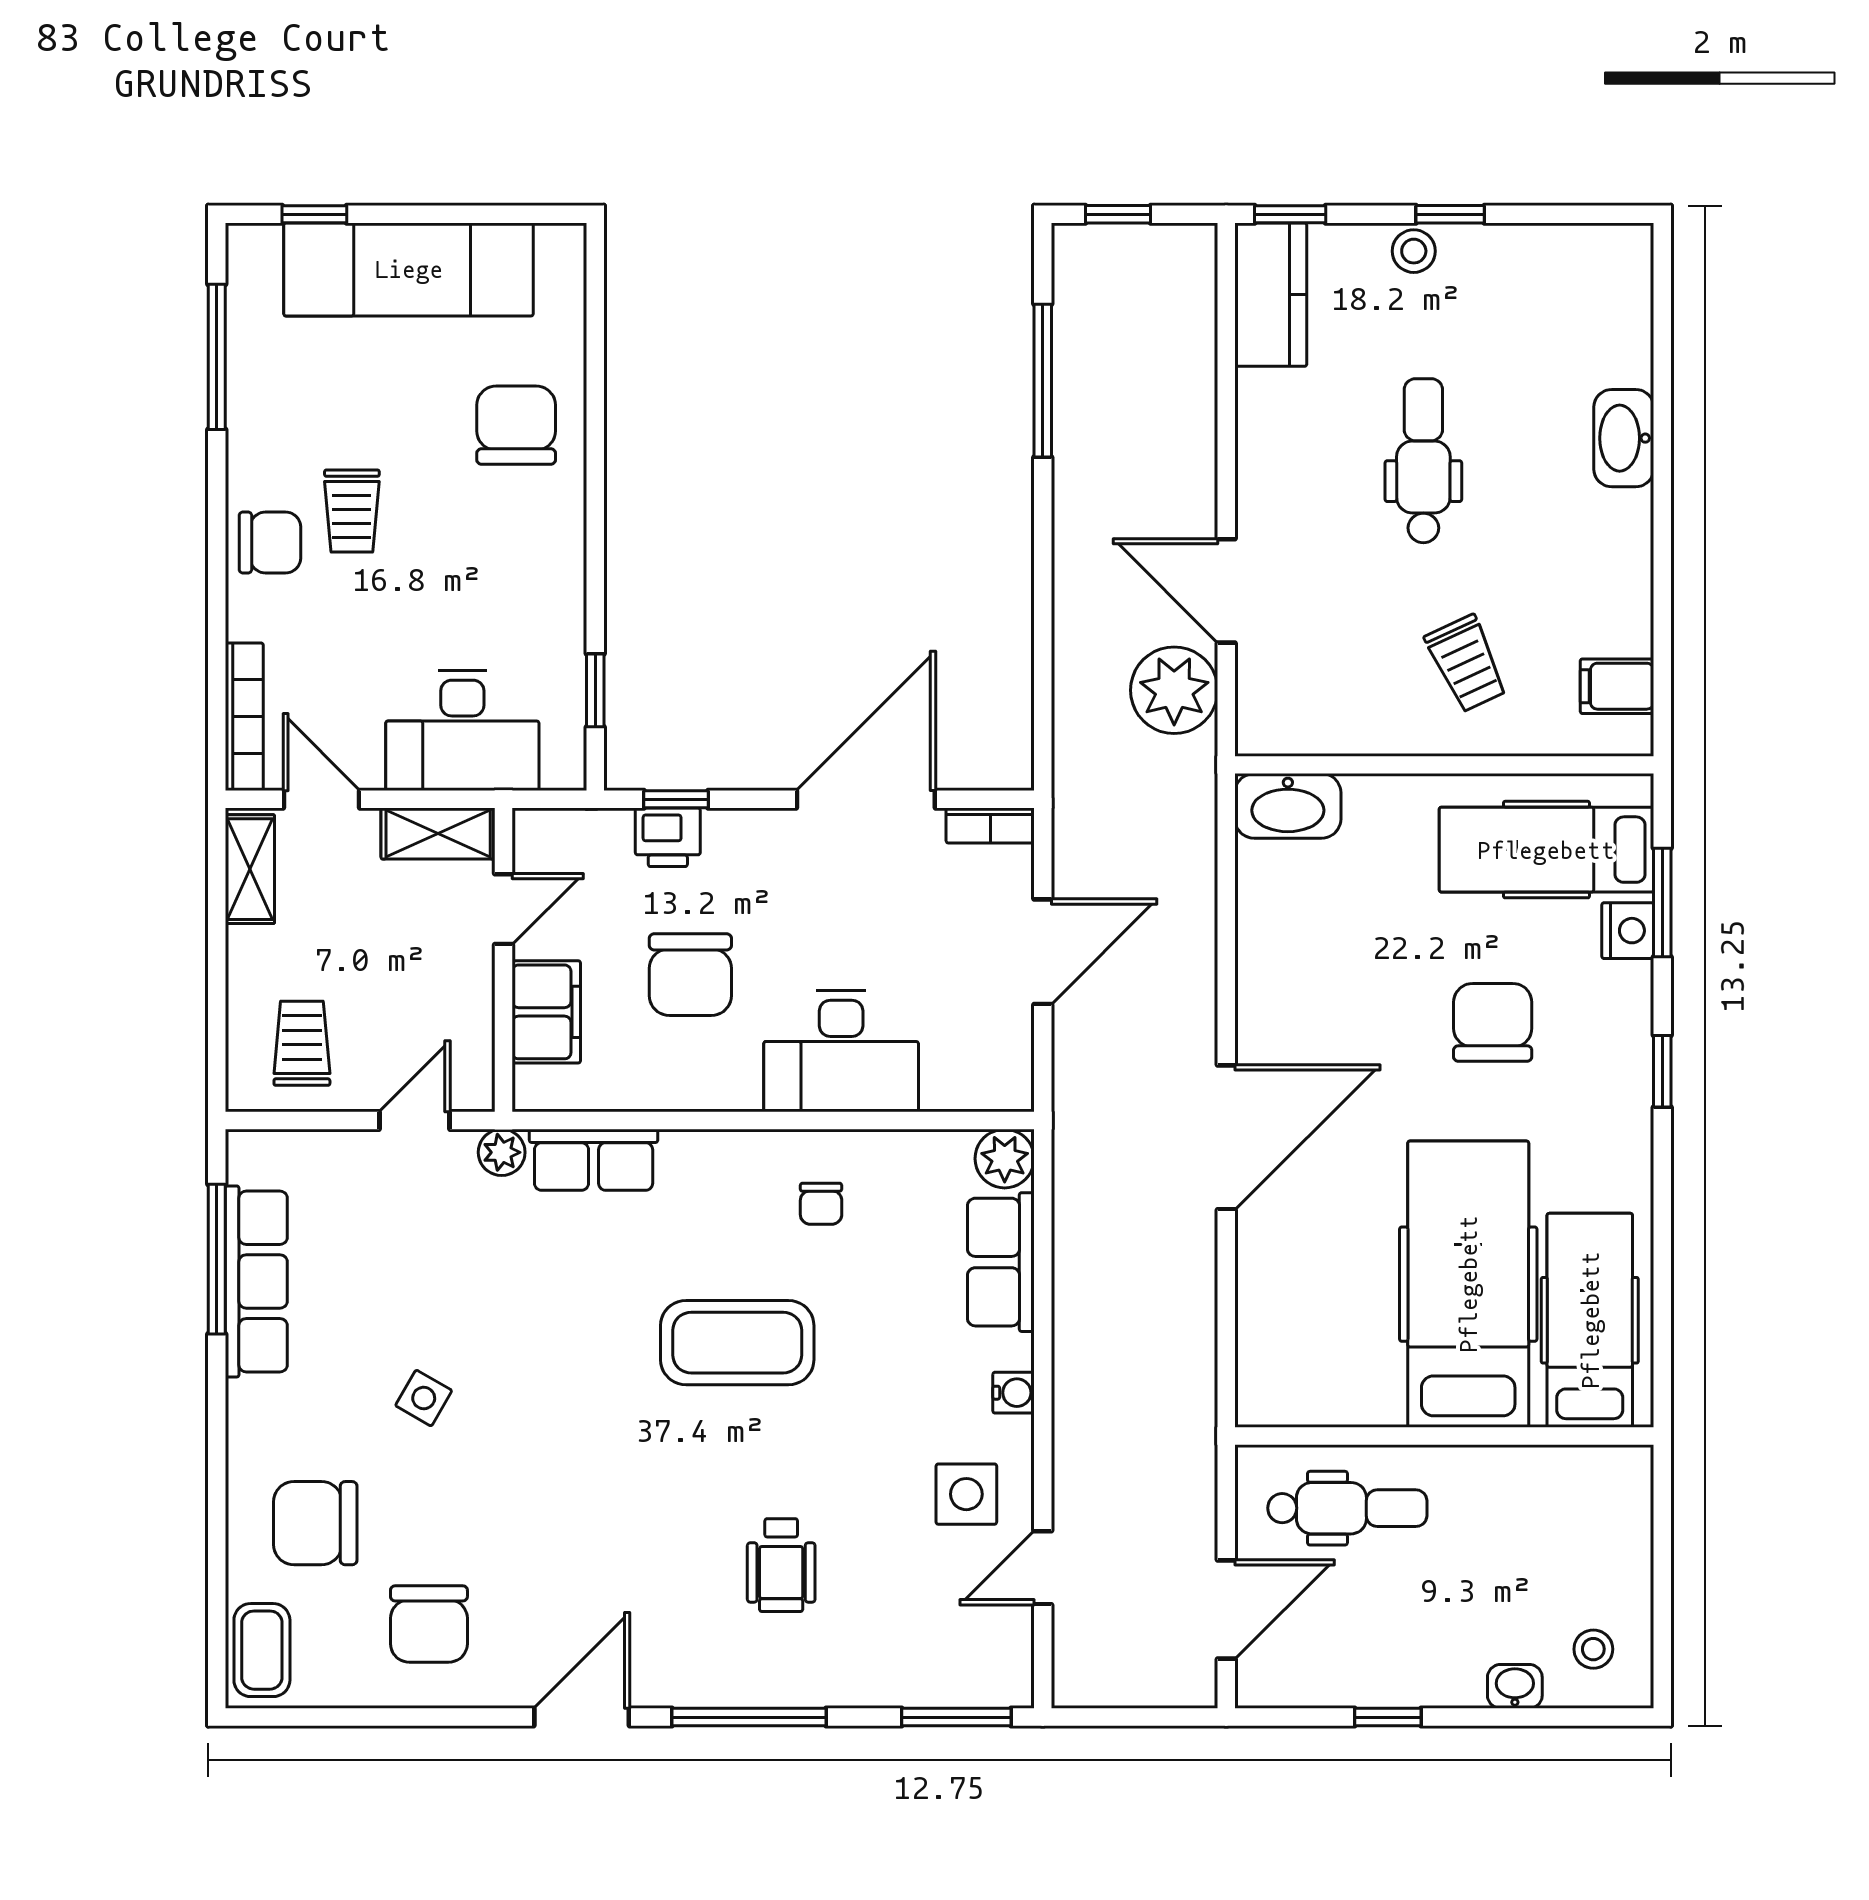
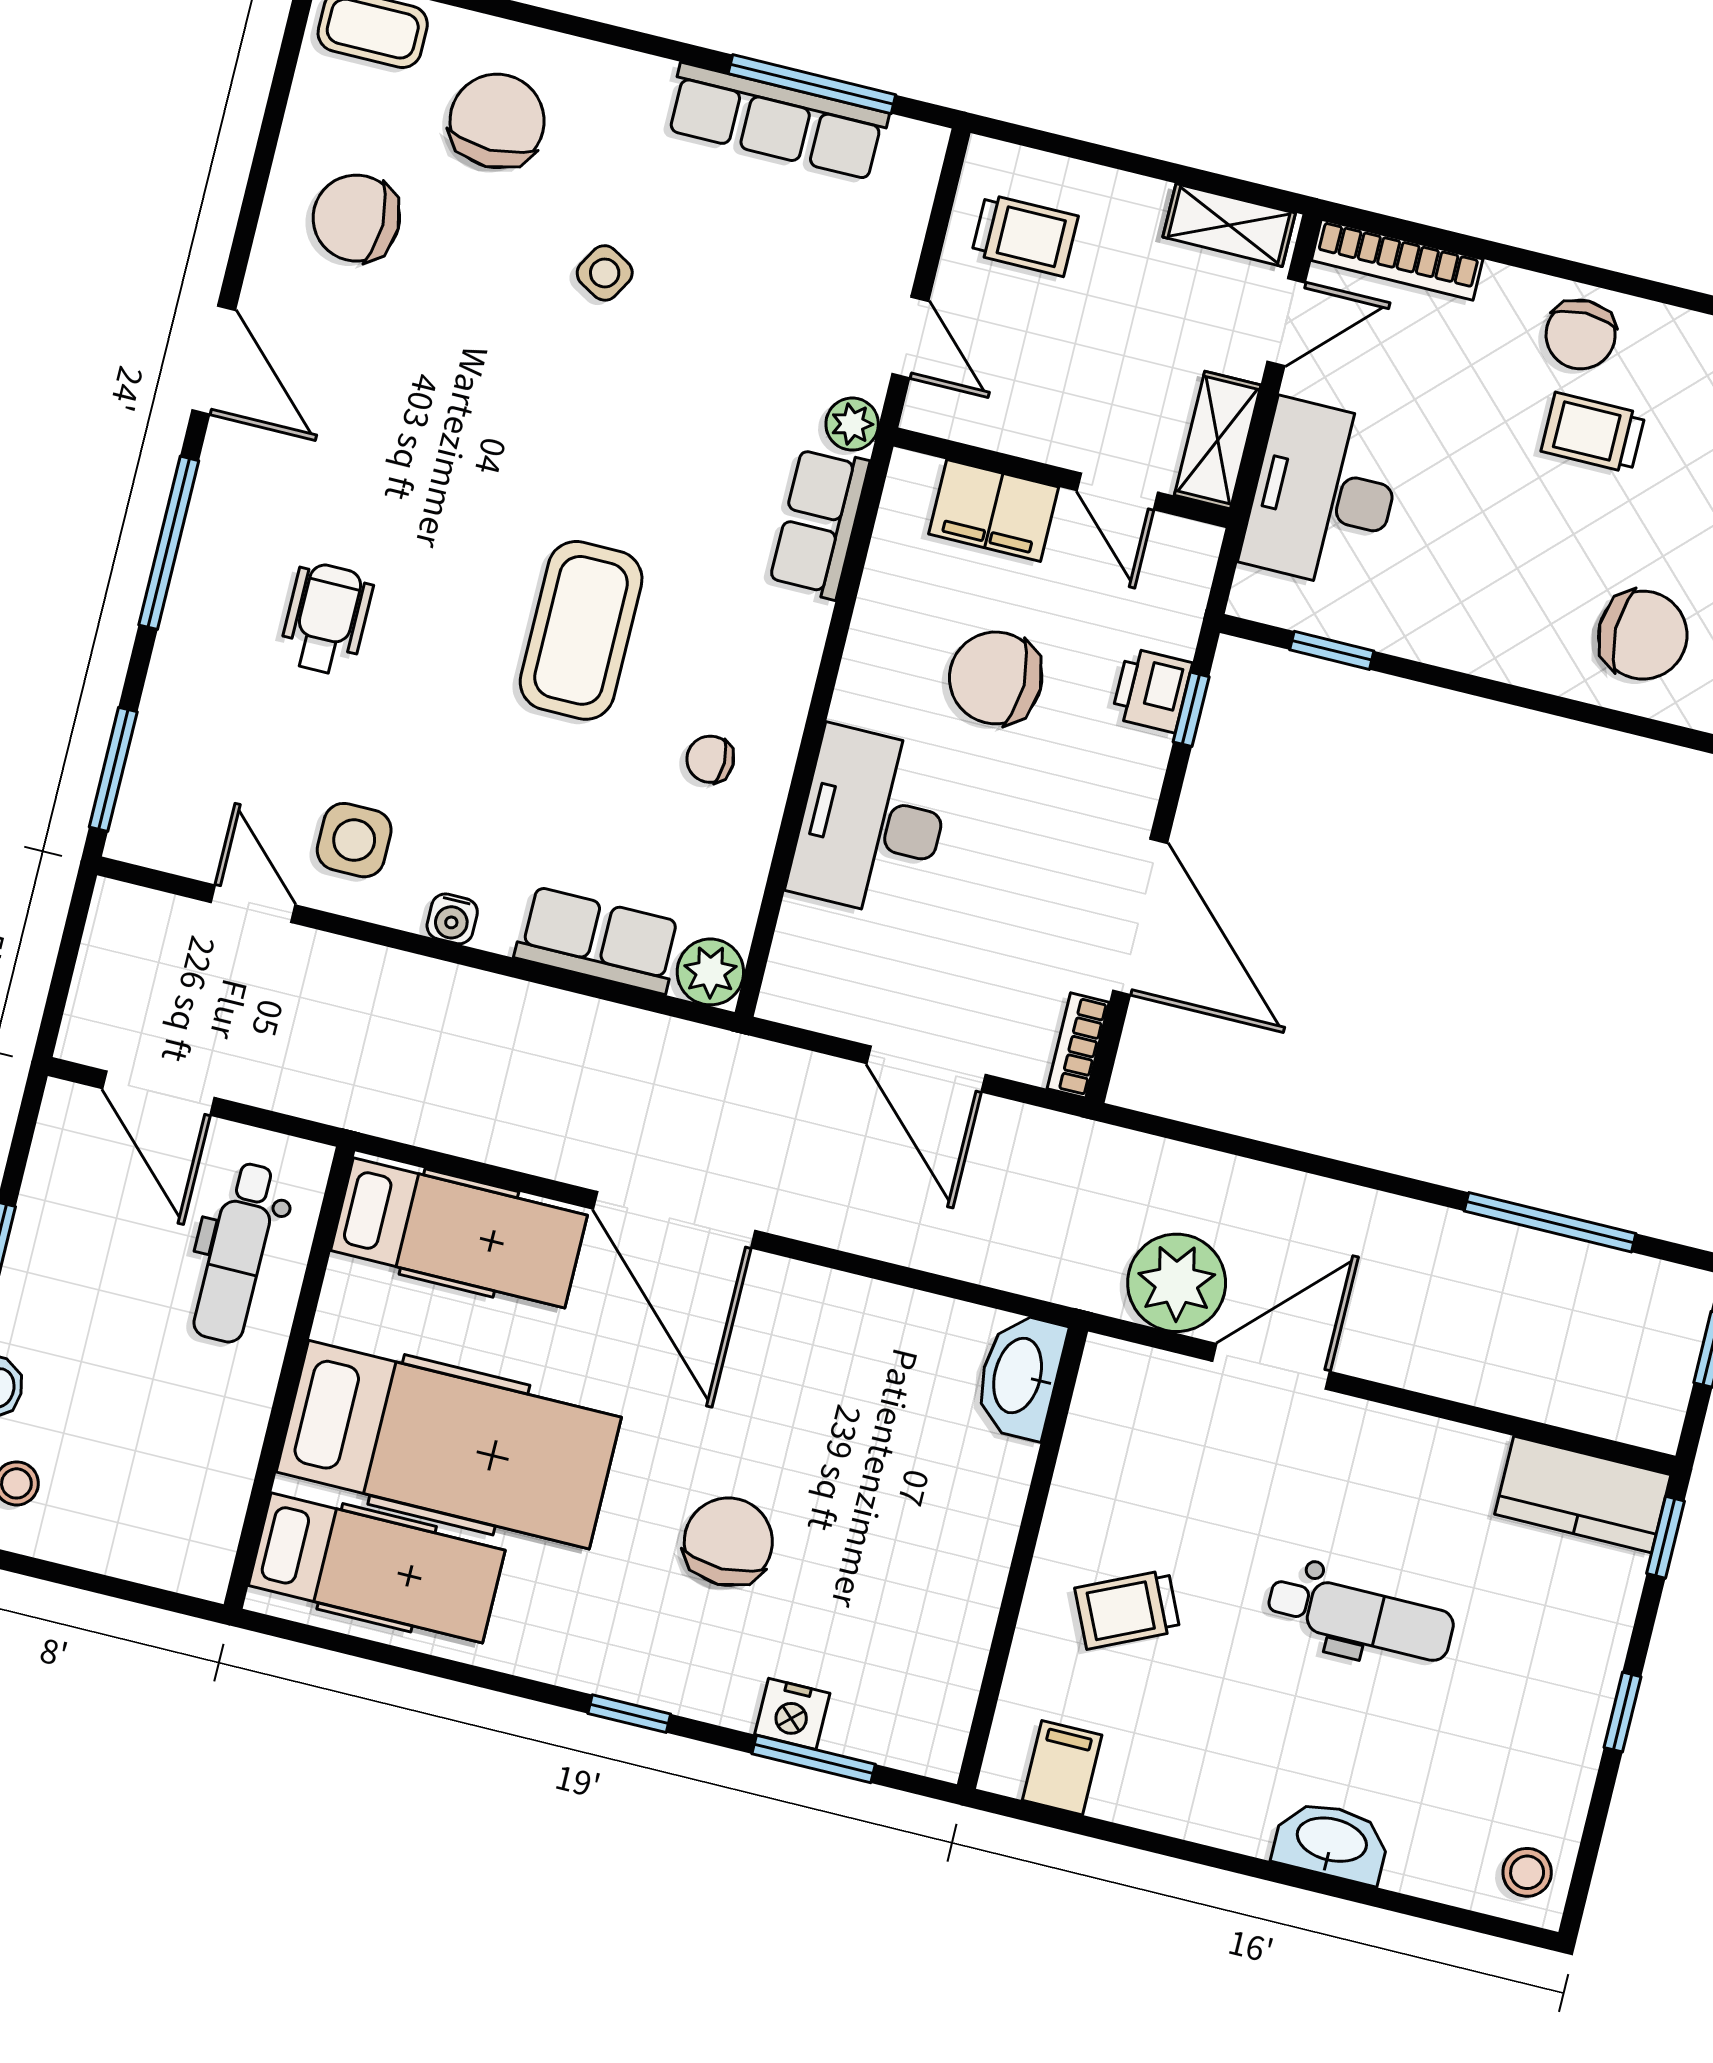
stool: (1414, 251) -> (1527, 1872), moved
hospital bed: (1546, 850) -> (459, 1233), moved, turned 90
chair: (1493, 1022) -> (728, 1542), turned -90
wheelchair: (781, 1565) -> (326, 619), turned 90

